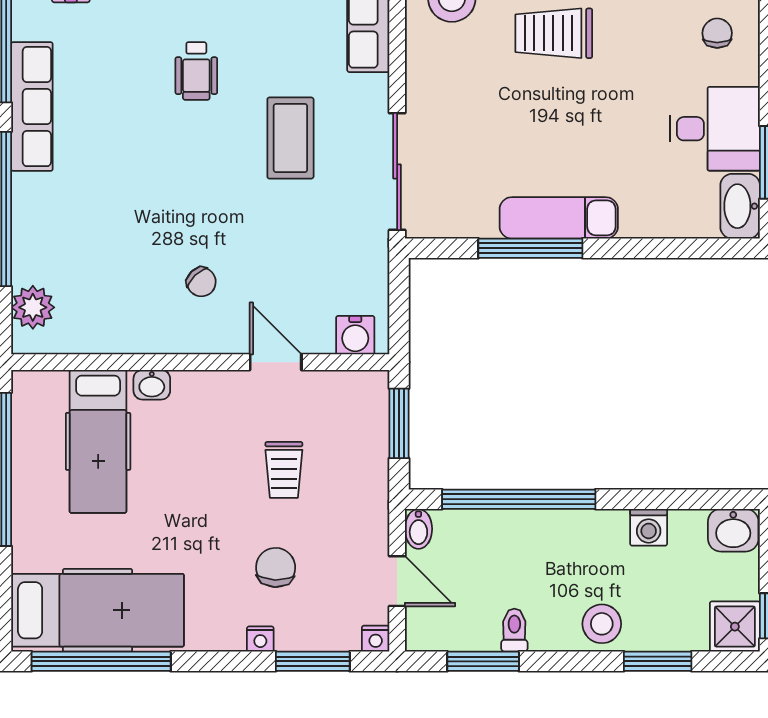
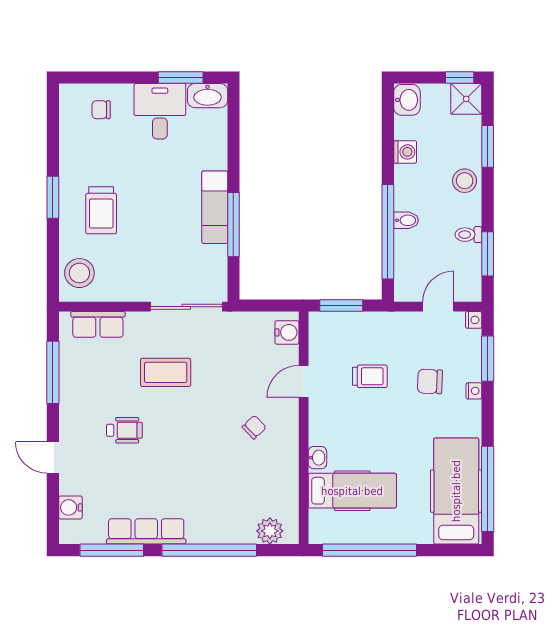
bidet: (418, 529) -> (406, 220), moved

